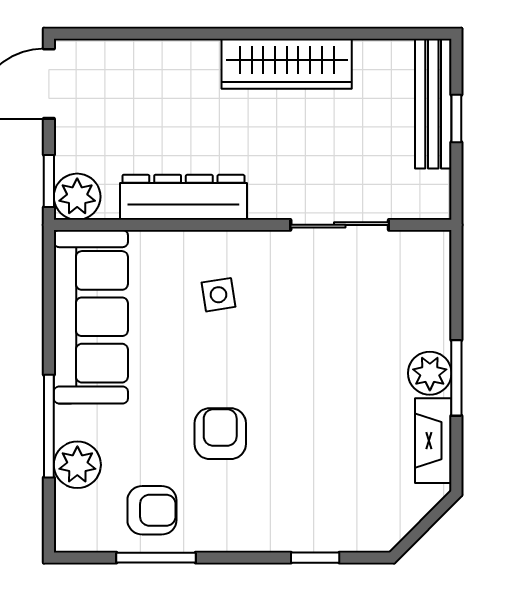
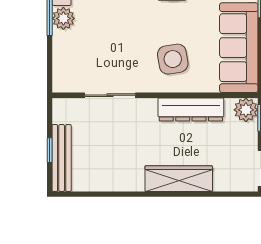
wardrobe: (287, 64) -> (179, 179), moved
side table: (218, 295) -> (173, 59), width x1.87, depth x1.87

